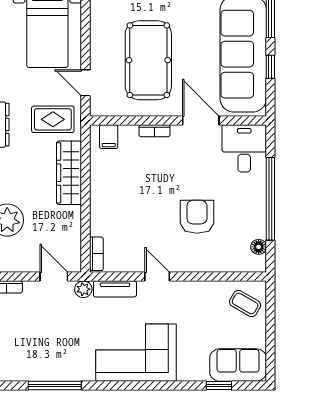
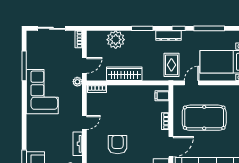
wardrobe: (69, 173) -> (124, 74), moved
armchair: (197, 217) -> (118, 145), turned -90
tv unit: (115, 289) -> (78, 144), moved
corner sofa: (136, 353) -> (42, 92), moved

